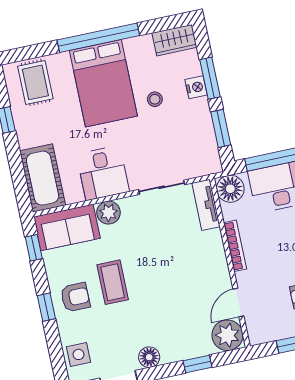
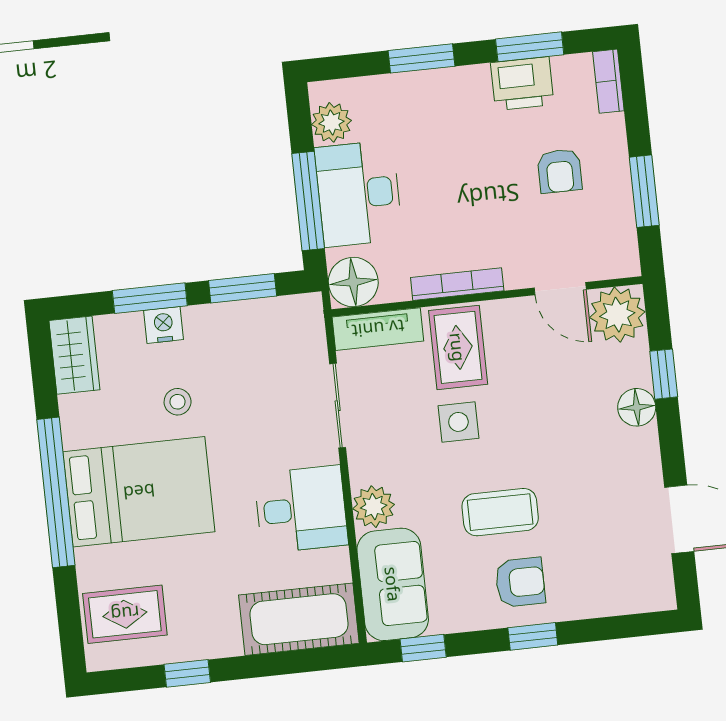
rug: (200, 250) -> (458, 347), added
armchair: (75, 297) -> (520, 582), turned 90
side table: (78, 354) -> (458, 422), moved
floor lamp: (149, 357) -> (637, 407), moved

